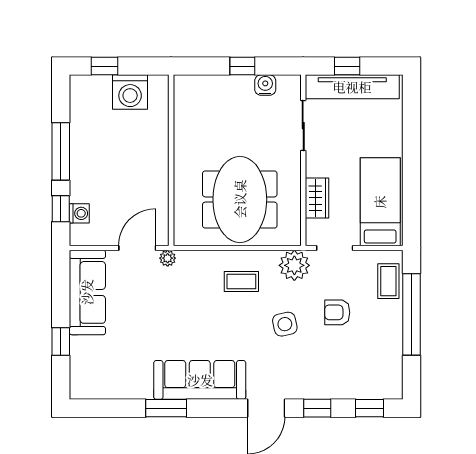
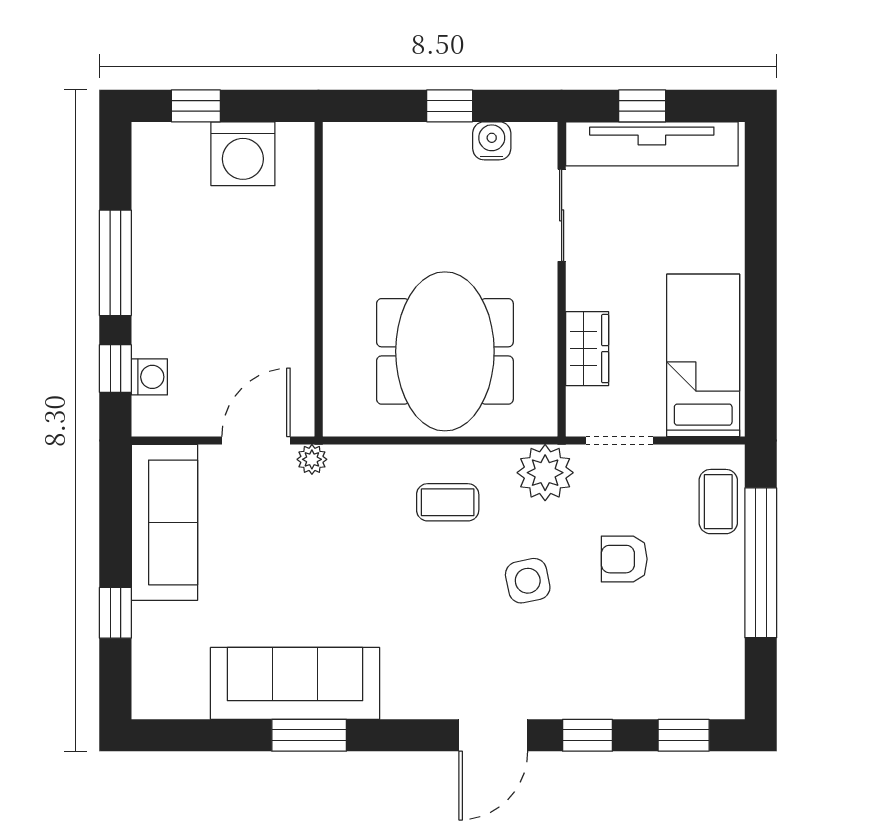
sofa: (200, 380) -> (295, 683), moved

